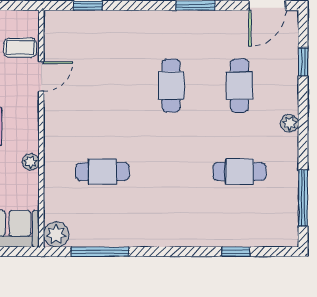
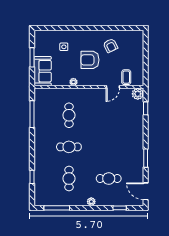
door: (41, 77) -> (113, 87), hinge flipped
cafe table: (171, 86) -> (69, 147), moved
plant: (56, 234) -> (138, 94), moved

